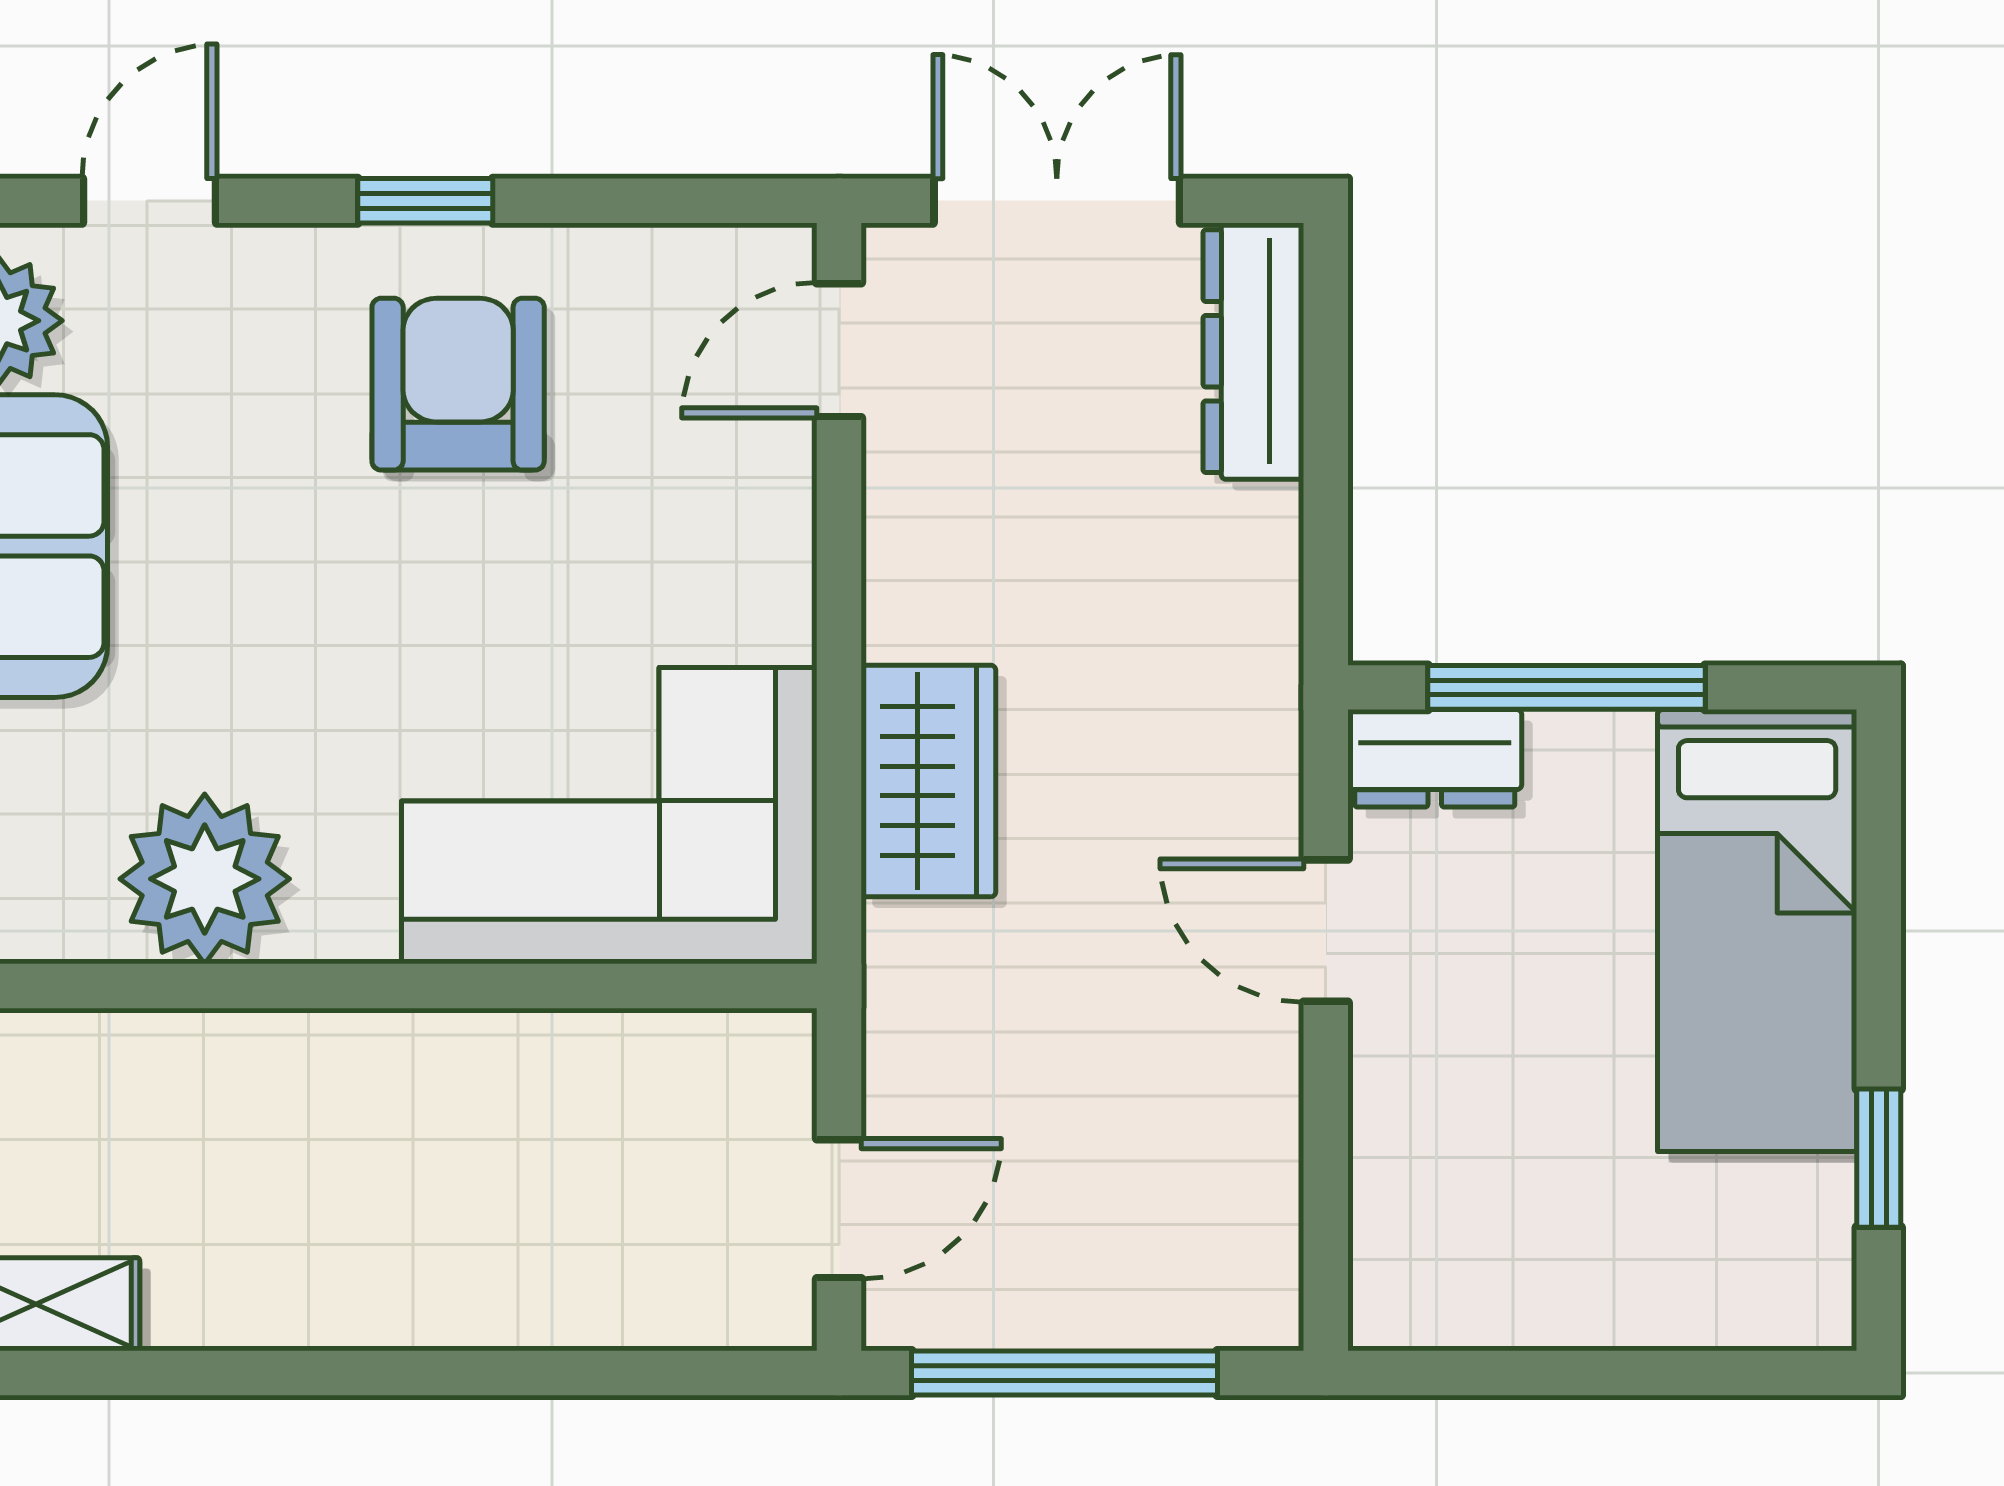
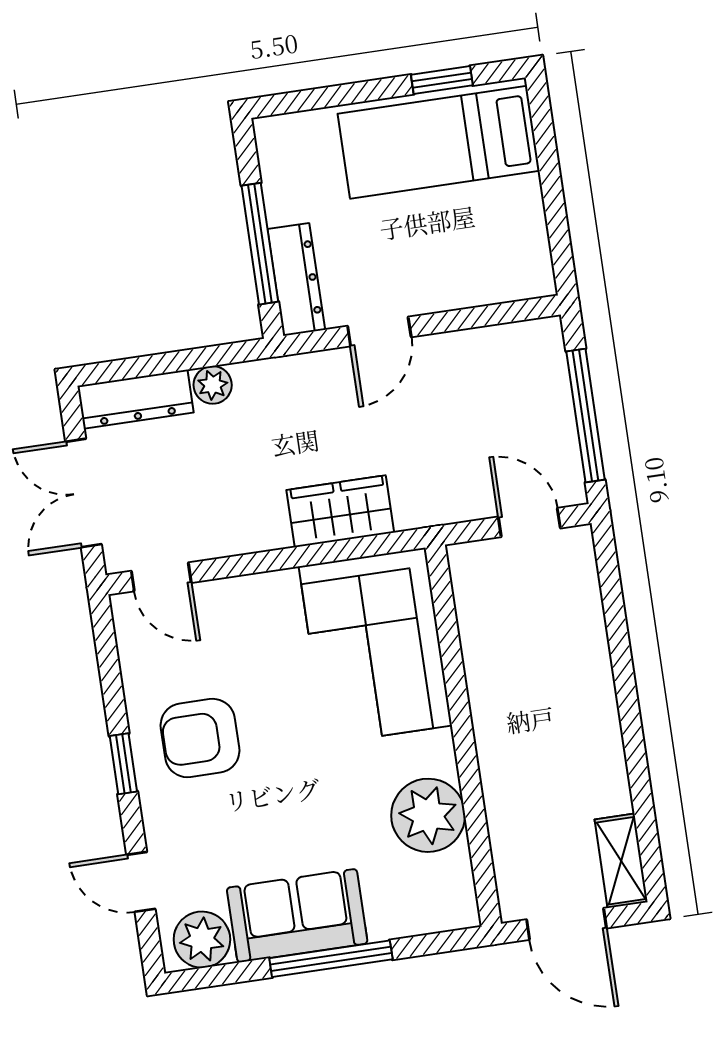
plant: (1260, 532) -> (213, 385), added
dresser: (1435, 758) -> (296, 279), width x1.44
bed: (1757, 931) -> (439, 142), moved, turned 180

